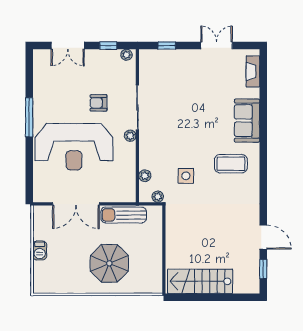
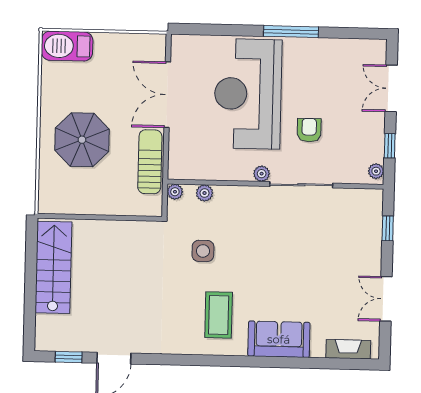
double door: (217, 46) -> (386, 299), swing flipped
plant: (158, 197) -> (175, 192), moved
barbecue: (40, 250) -> (67, 46), moved, width x1.88, depth x1.53

